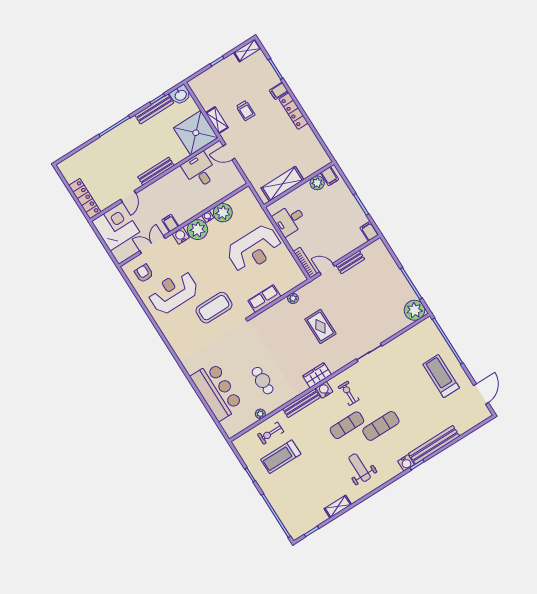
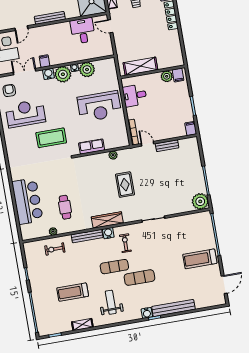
wardrobe: (317, 375) -> (107, 220), width x1.50
treadmill: (441, 376) -> (200, 259), turned -90
treadmill: (281, 457) -> (73, 292), moved

